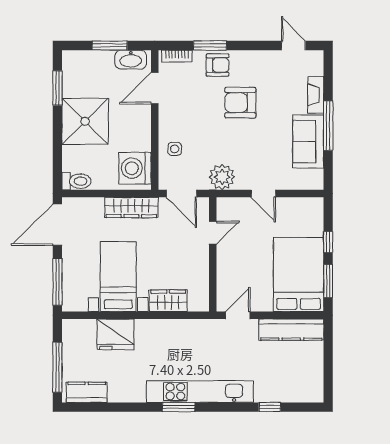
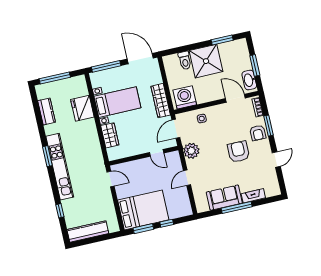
door: (293, 45) -> (276, 159), moved
toilet: (76, 181) -> (185, 60), moved
kitchen counter: (291, 330) -> (88, 232), moved, turned 90
kitchen counter: (87, 392) -> (47, 111), moved

